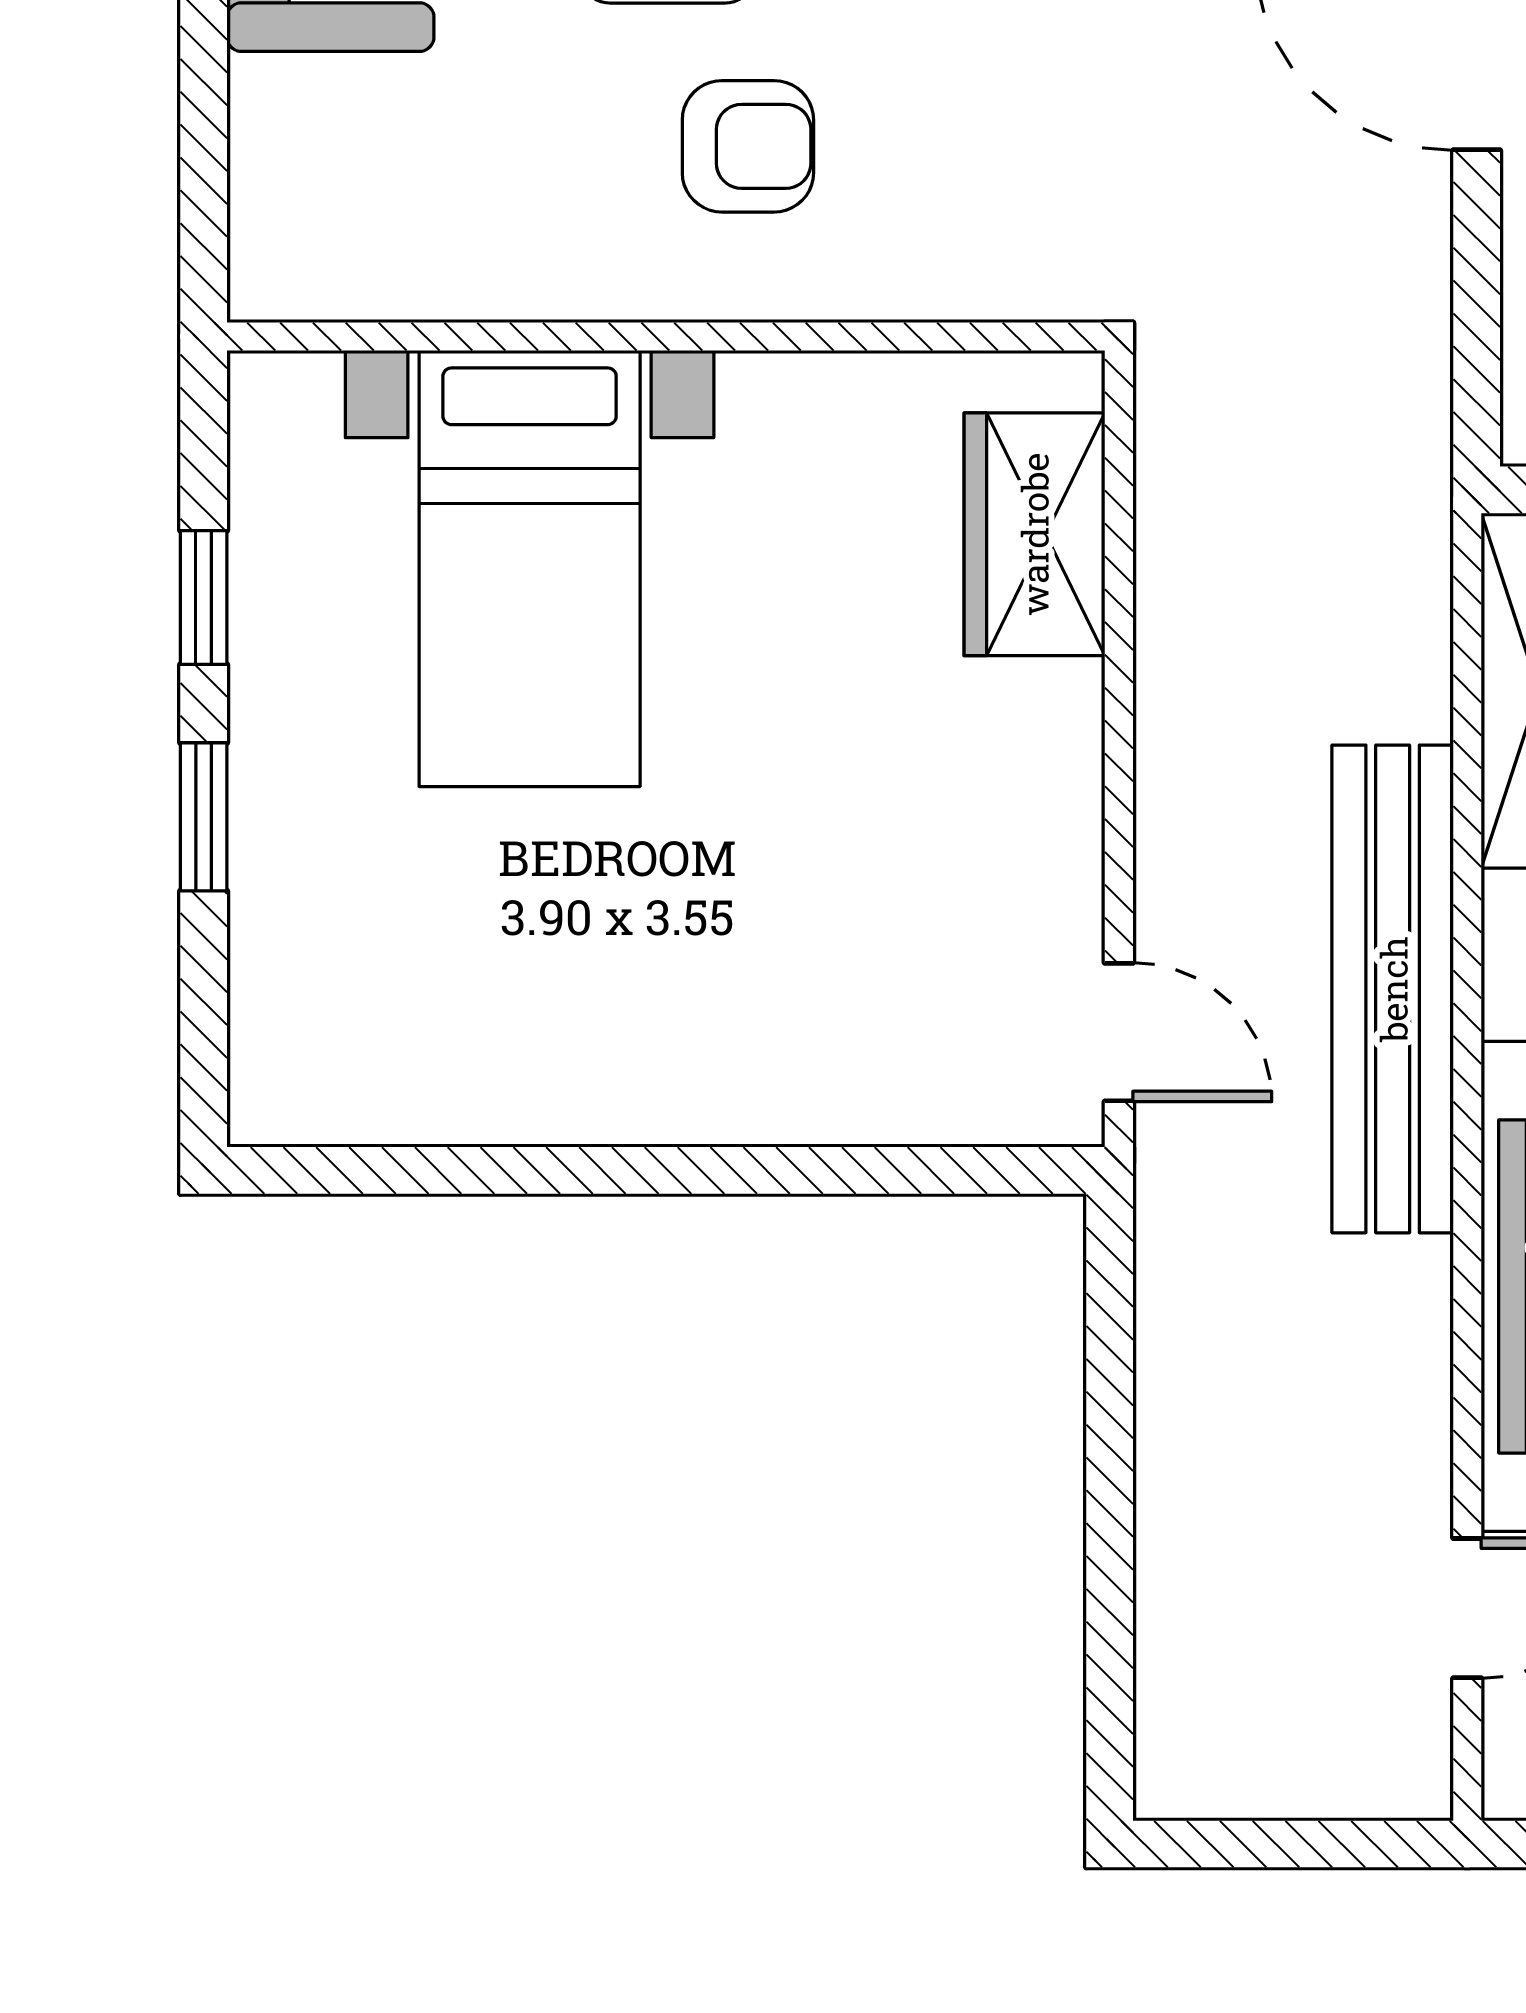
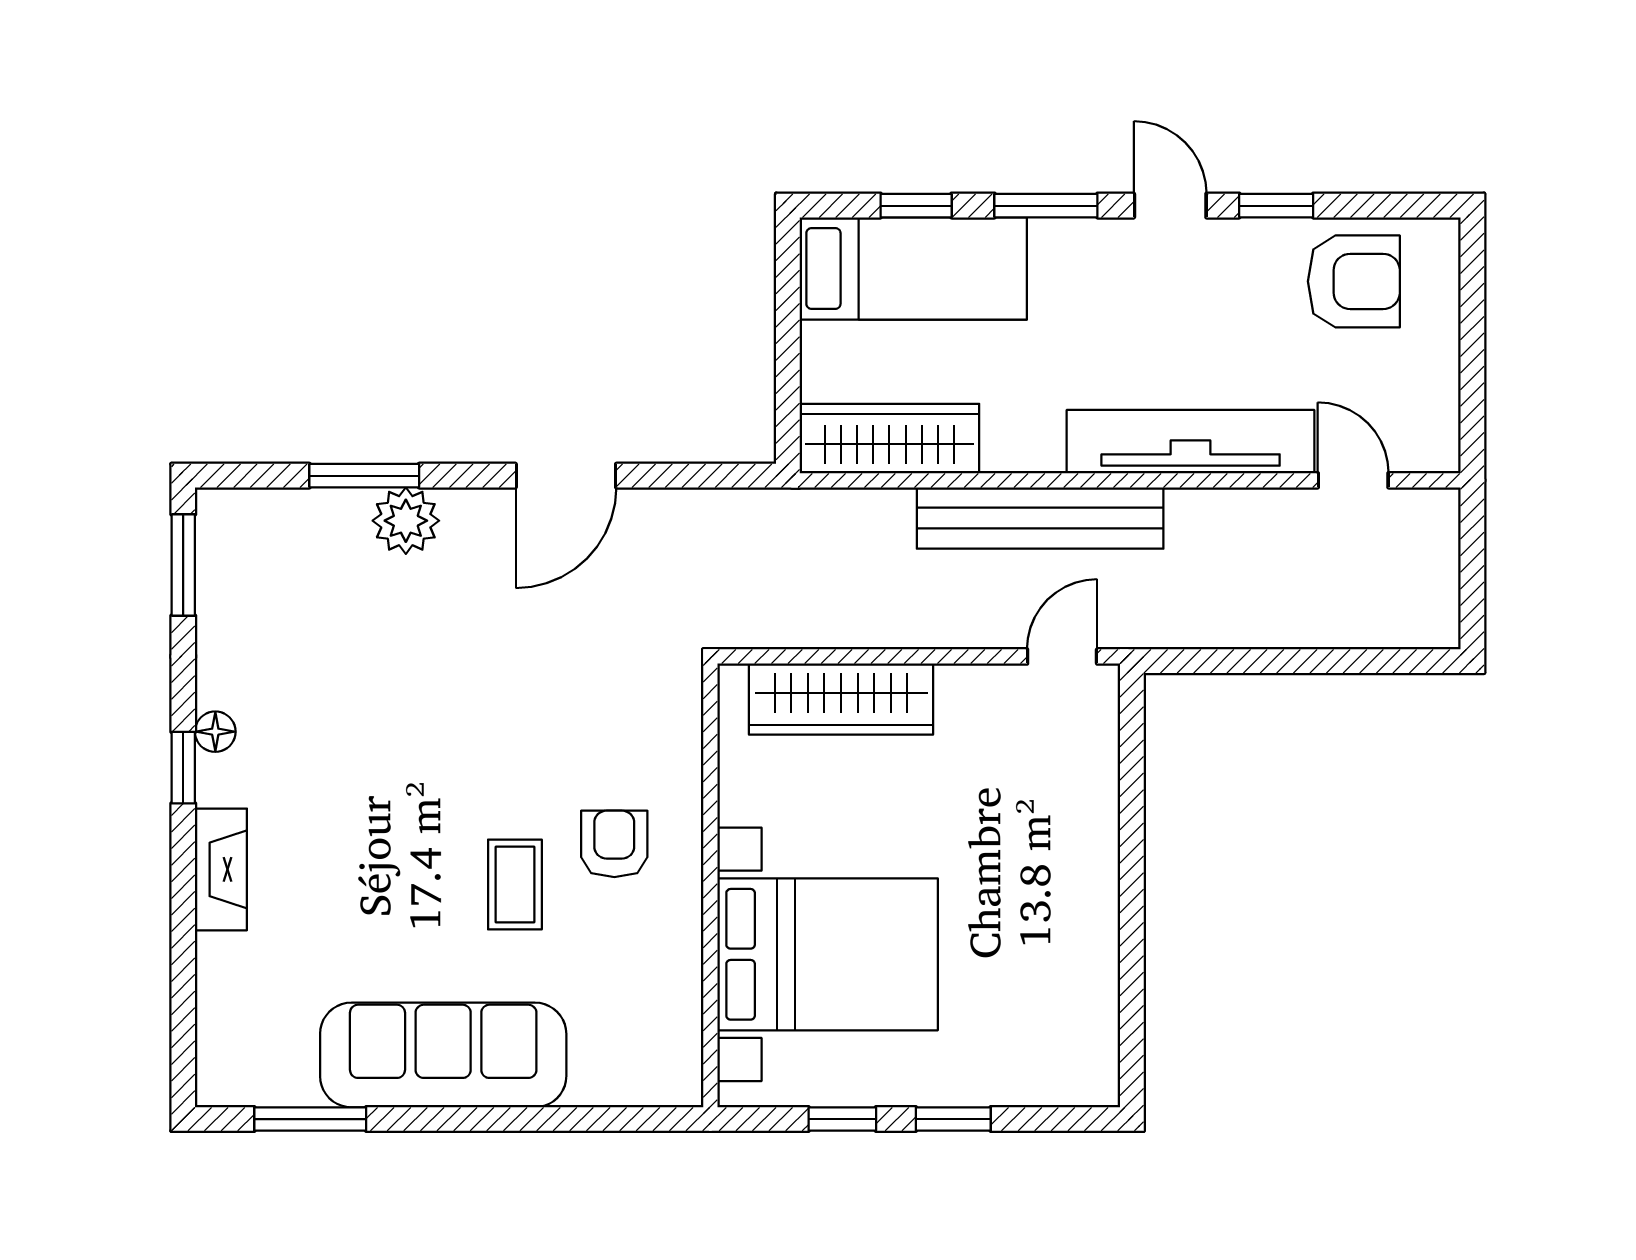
wardrobe: (1034, 534) -> (841, 699), width x1.50
bed with nightstands: (530, 569) -> (828, 954), width x1.36

